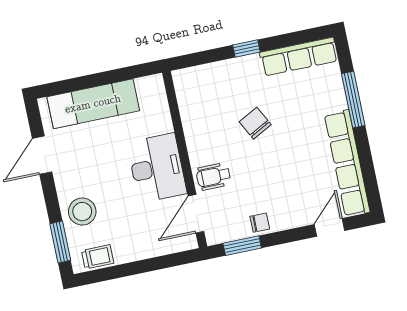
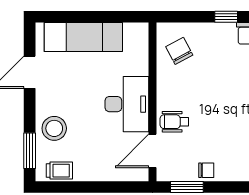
chair: (255, 123) -> (179, 51), moved

